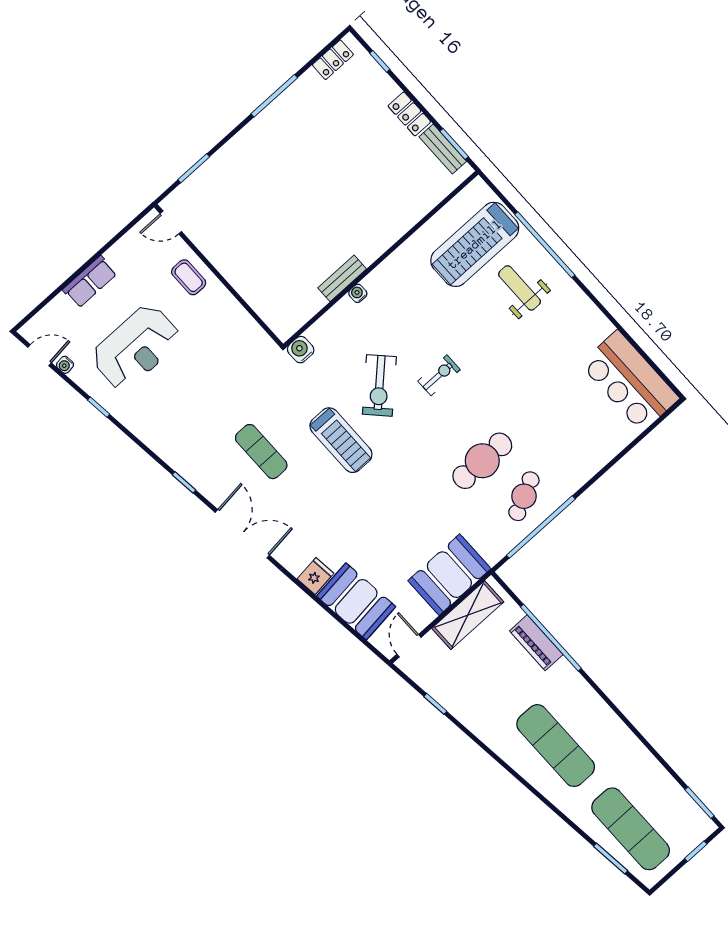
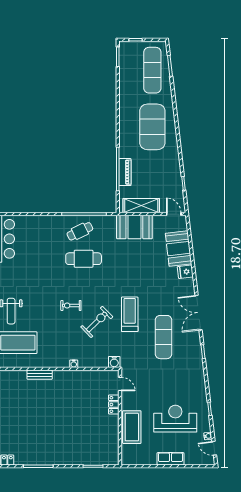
door: (171, 222) -> (120, 384), moved
coffee table: (189, 277) -> (132, 427), width x1.86, depth x1.72
bench: (342, 278) -> (40, 375), moved
locker: (245, 286) -> (114, 404), added
exercise mat: (261, 452) -> (164, 337), width x1.36, depth x1.45
door: (409, 646) -> (174, 214), swing flipped
exercise mat: (556, 746) -> (152, 127), width x1.47

